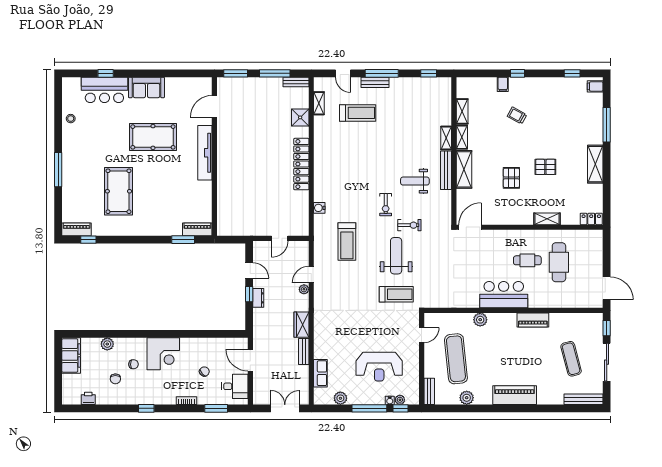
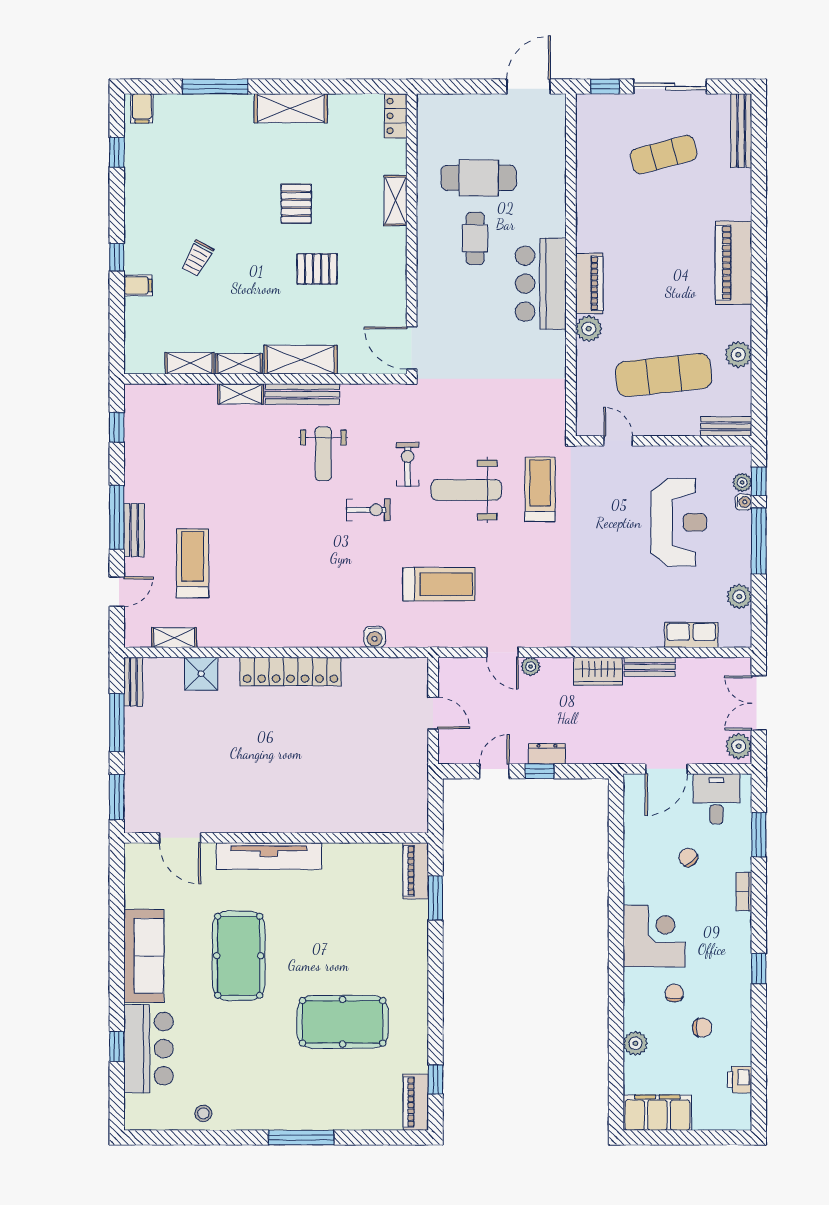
sofa: (146, 87) -> (144, 956), width x1.36
piano: (533, 320) -> (589, 283), moved
plant: (262, 398) -> (739, 746), added

